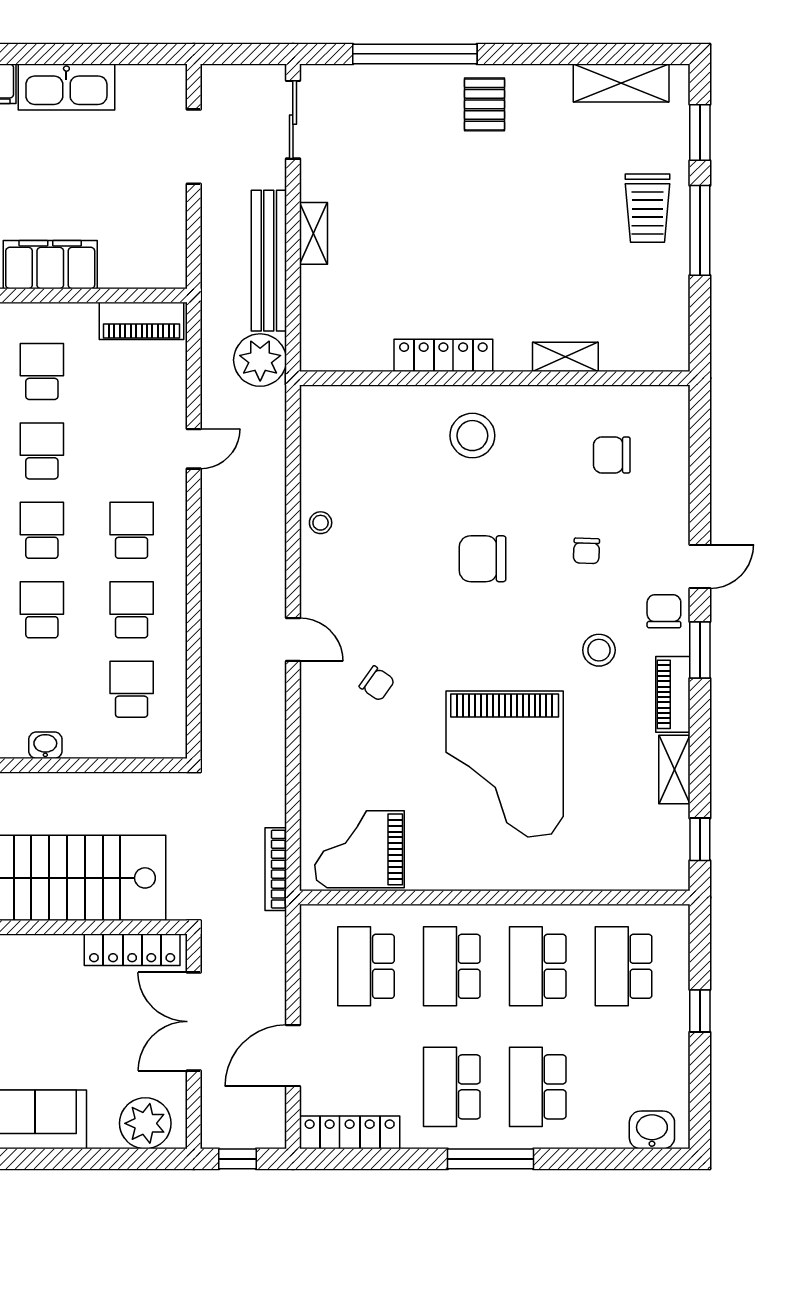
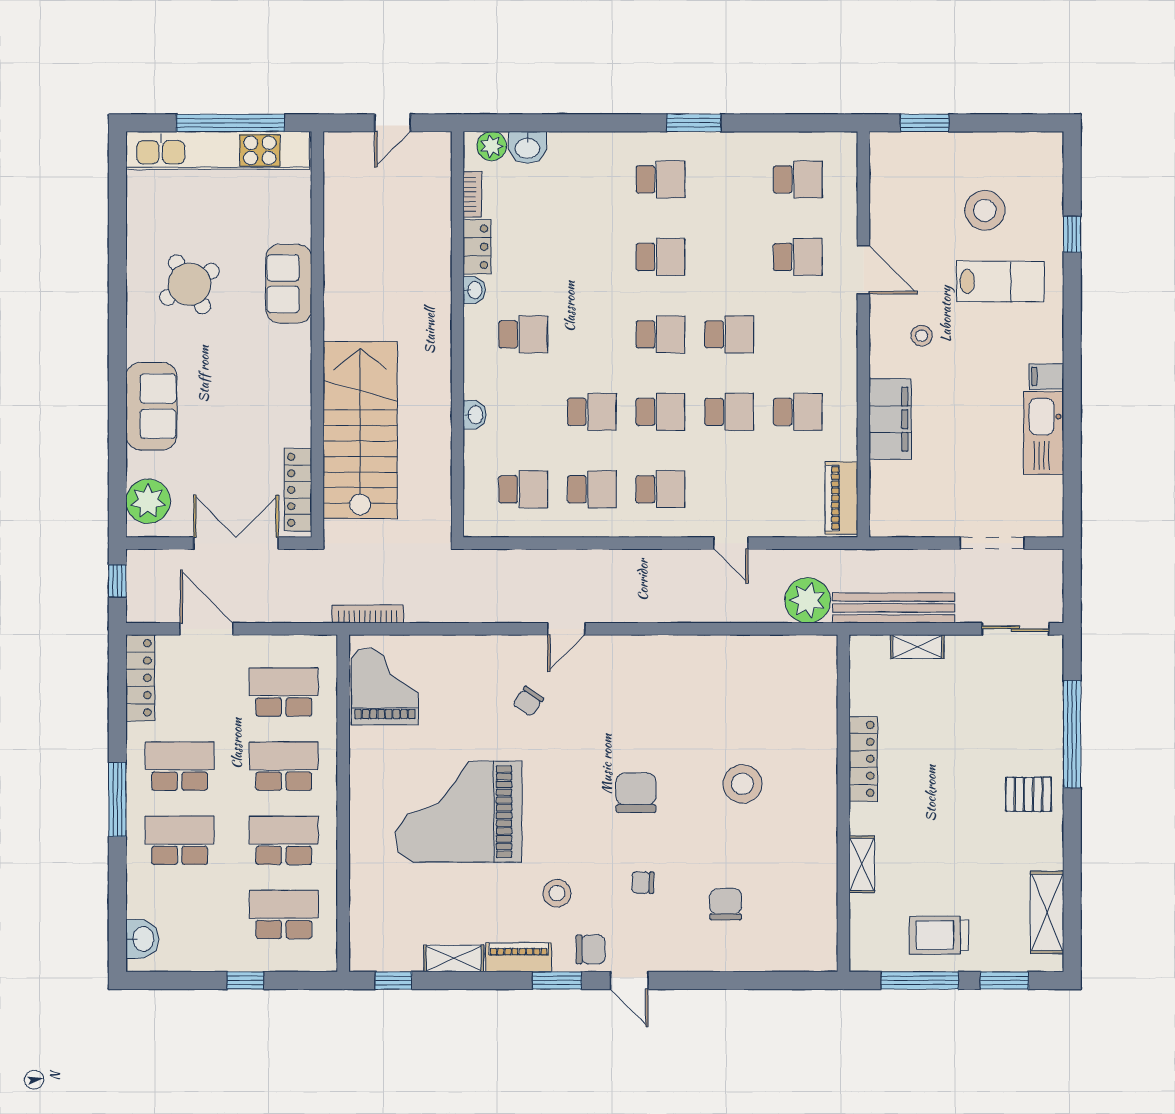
locker: (443, 355) -> (863, 759), moved
shelving: (565, 357) -> (862, 864), moved
wall: (495, 378) -> (843, 803), moved
stool: (321, 523) -> (667, 653), removed

